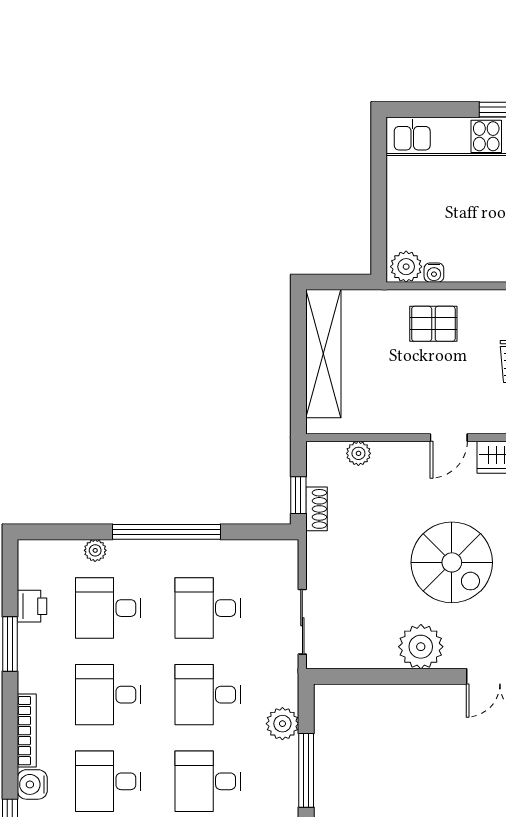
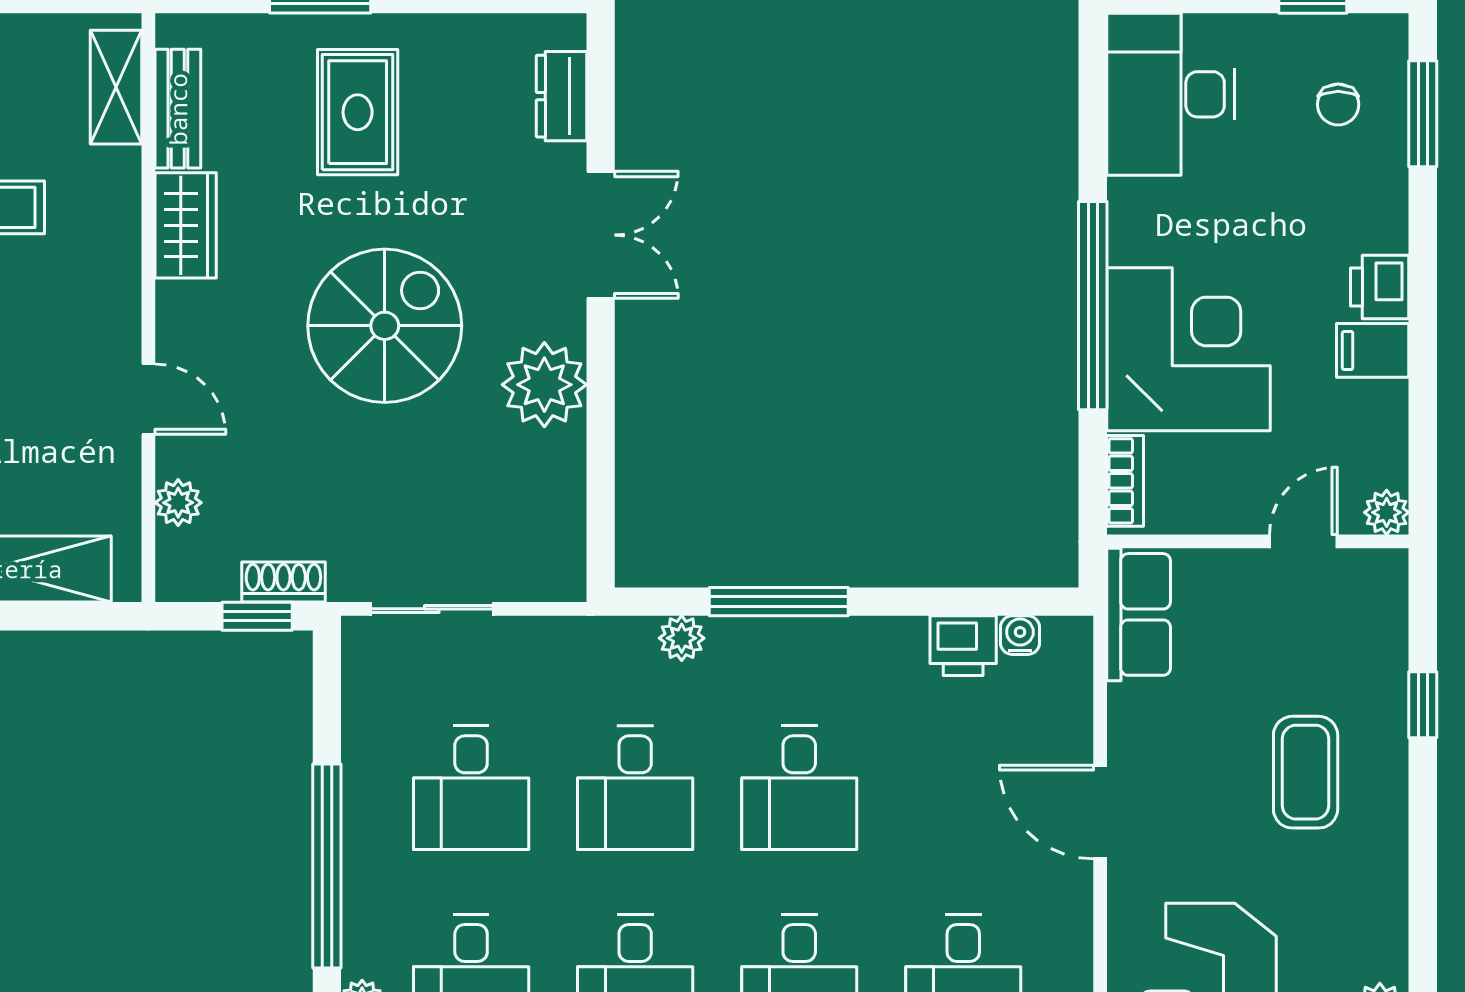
door: (449, 438) -> (148, 399), moved
sliding door: (302, 622) -> (432, 609), moved
plant: (282, 724) -> (682, 638), width x0.73, depth x0.73

